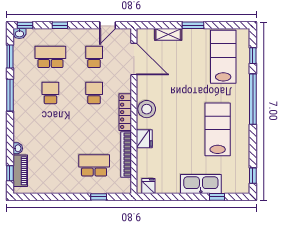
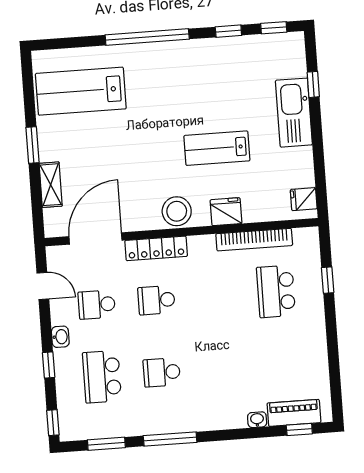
washbasin: (19, 34) -> (60, 337), moved
window: (253, 56) -> (228, 31), moved
locker: (125, 112) -> (156, 248), moved
lab bench: (218, 129) -> (217, 148), moved, width x0.73, depth x0.72

